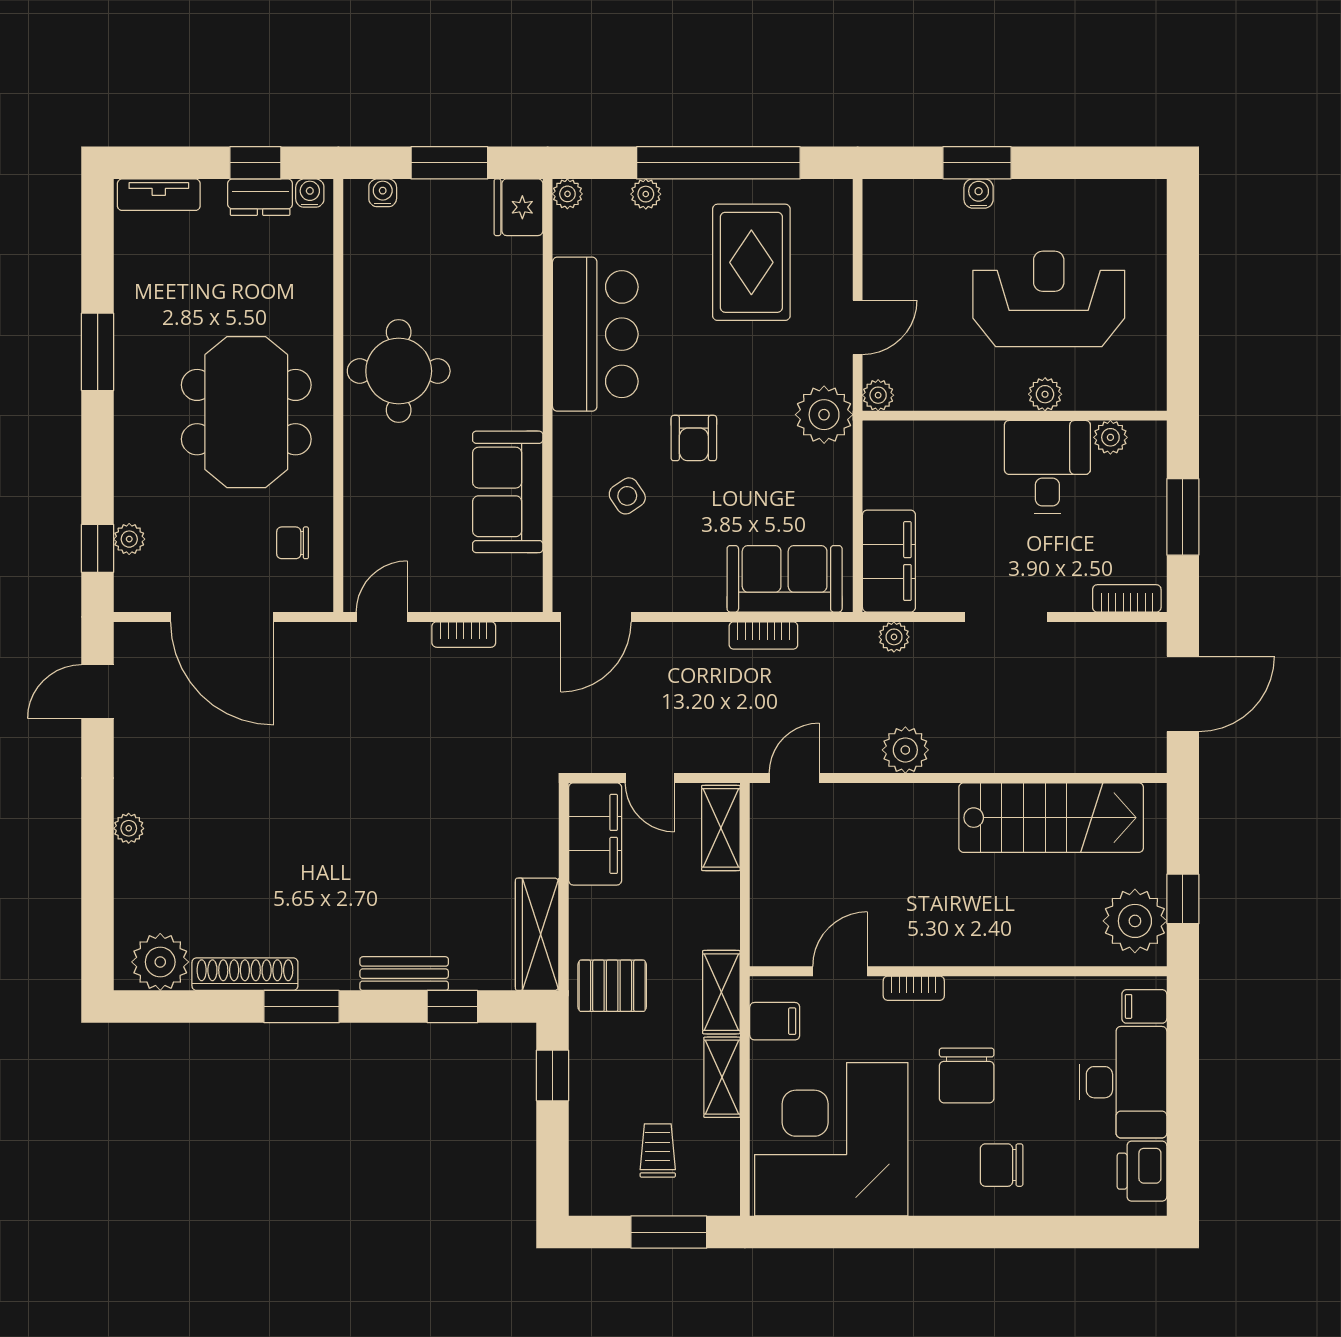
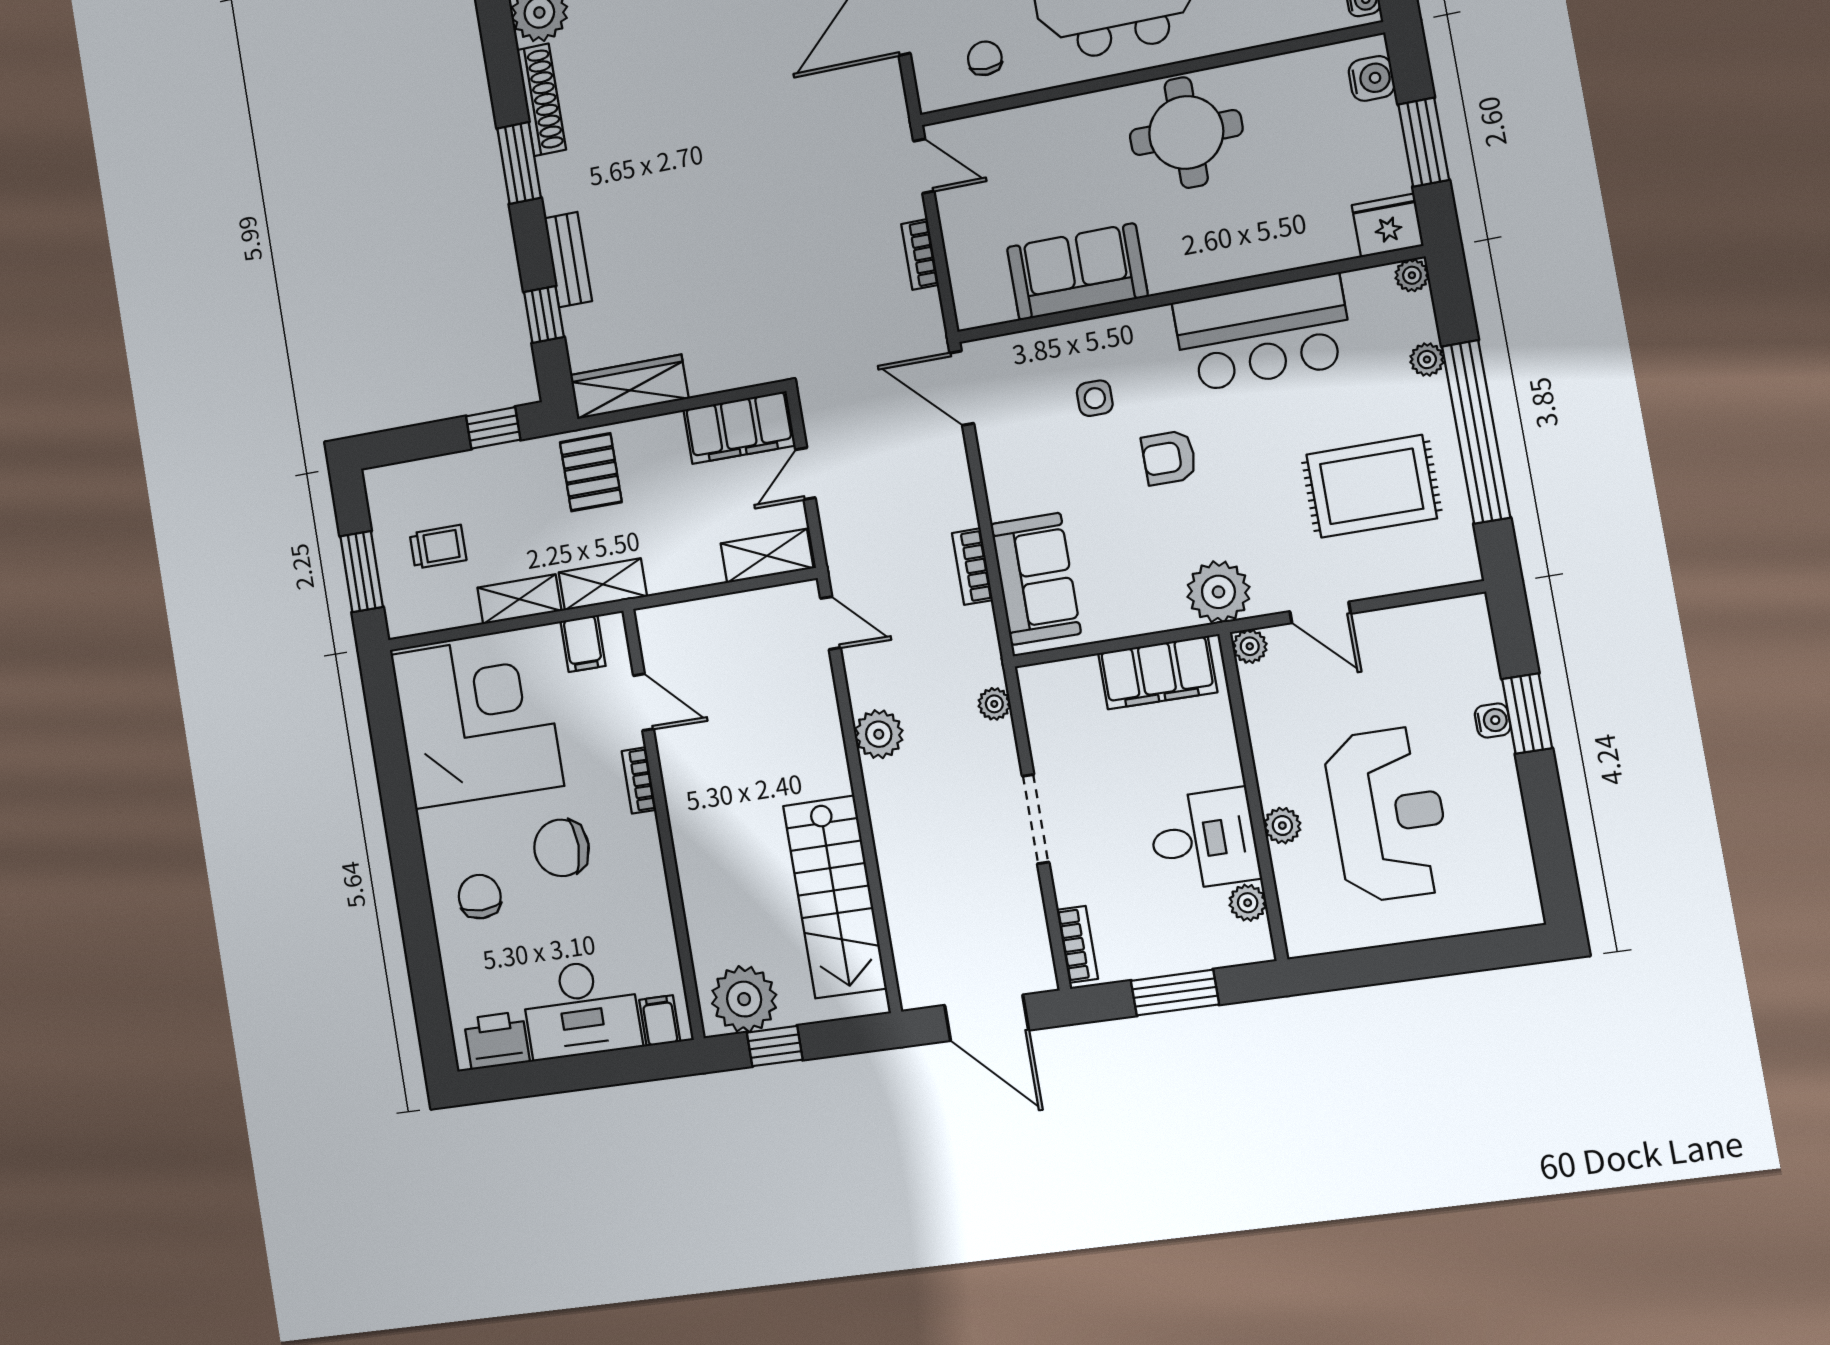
water cooler: (383, 193) -> (1372, 78), width x1.38, depth x1.38
side table: (627, 496) -> (1095, 398), turned 34
filing cabinet: (889, 561) -> (1158, 673), moved

